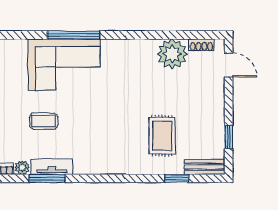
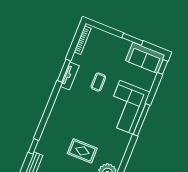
rug: (162, 136) -> (82, 151), moved
plant: (22, 168) -> (76, 59), removed

